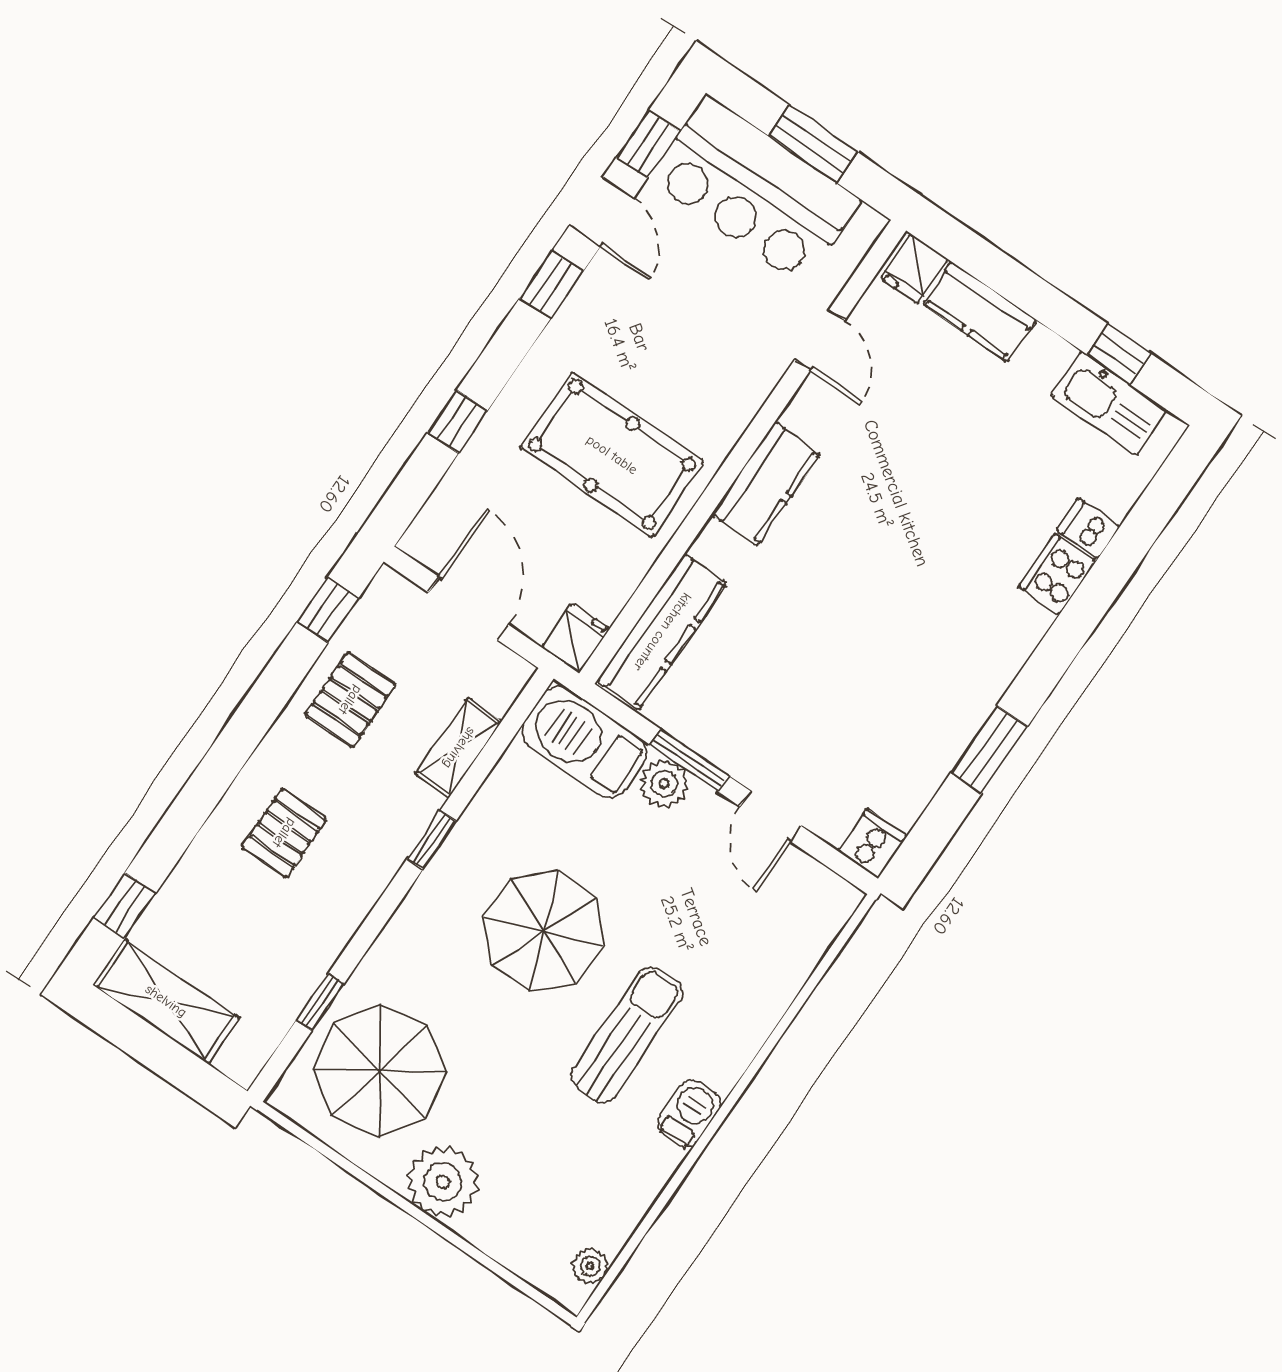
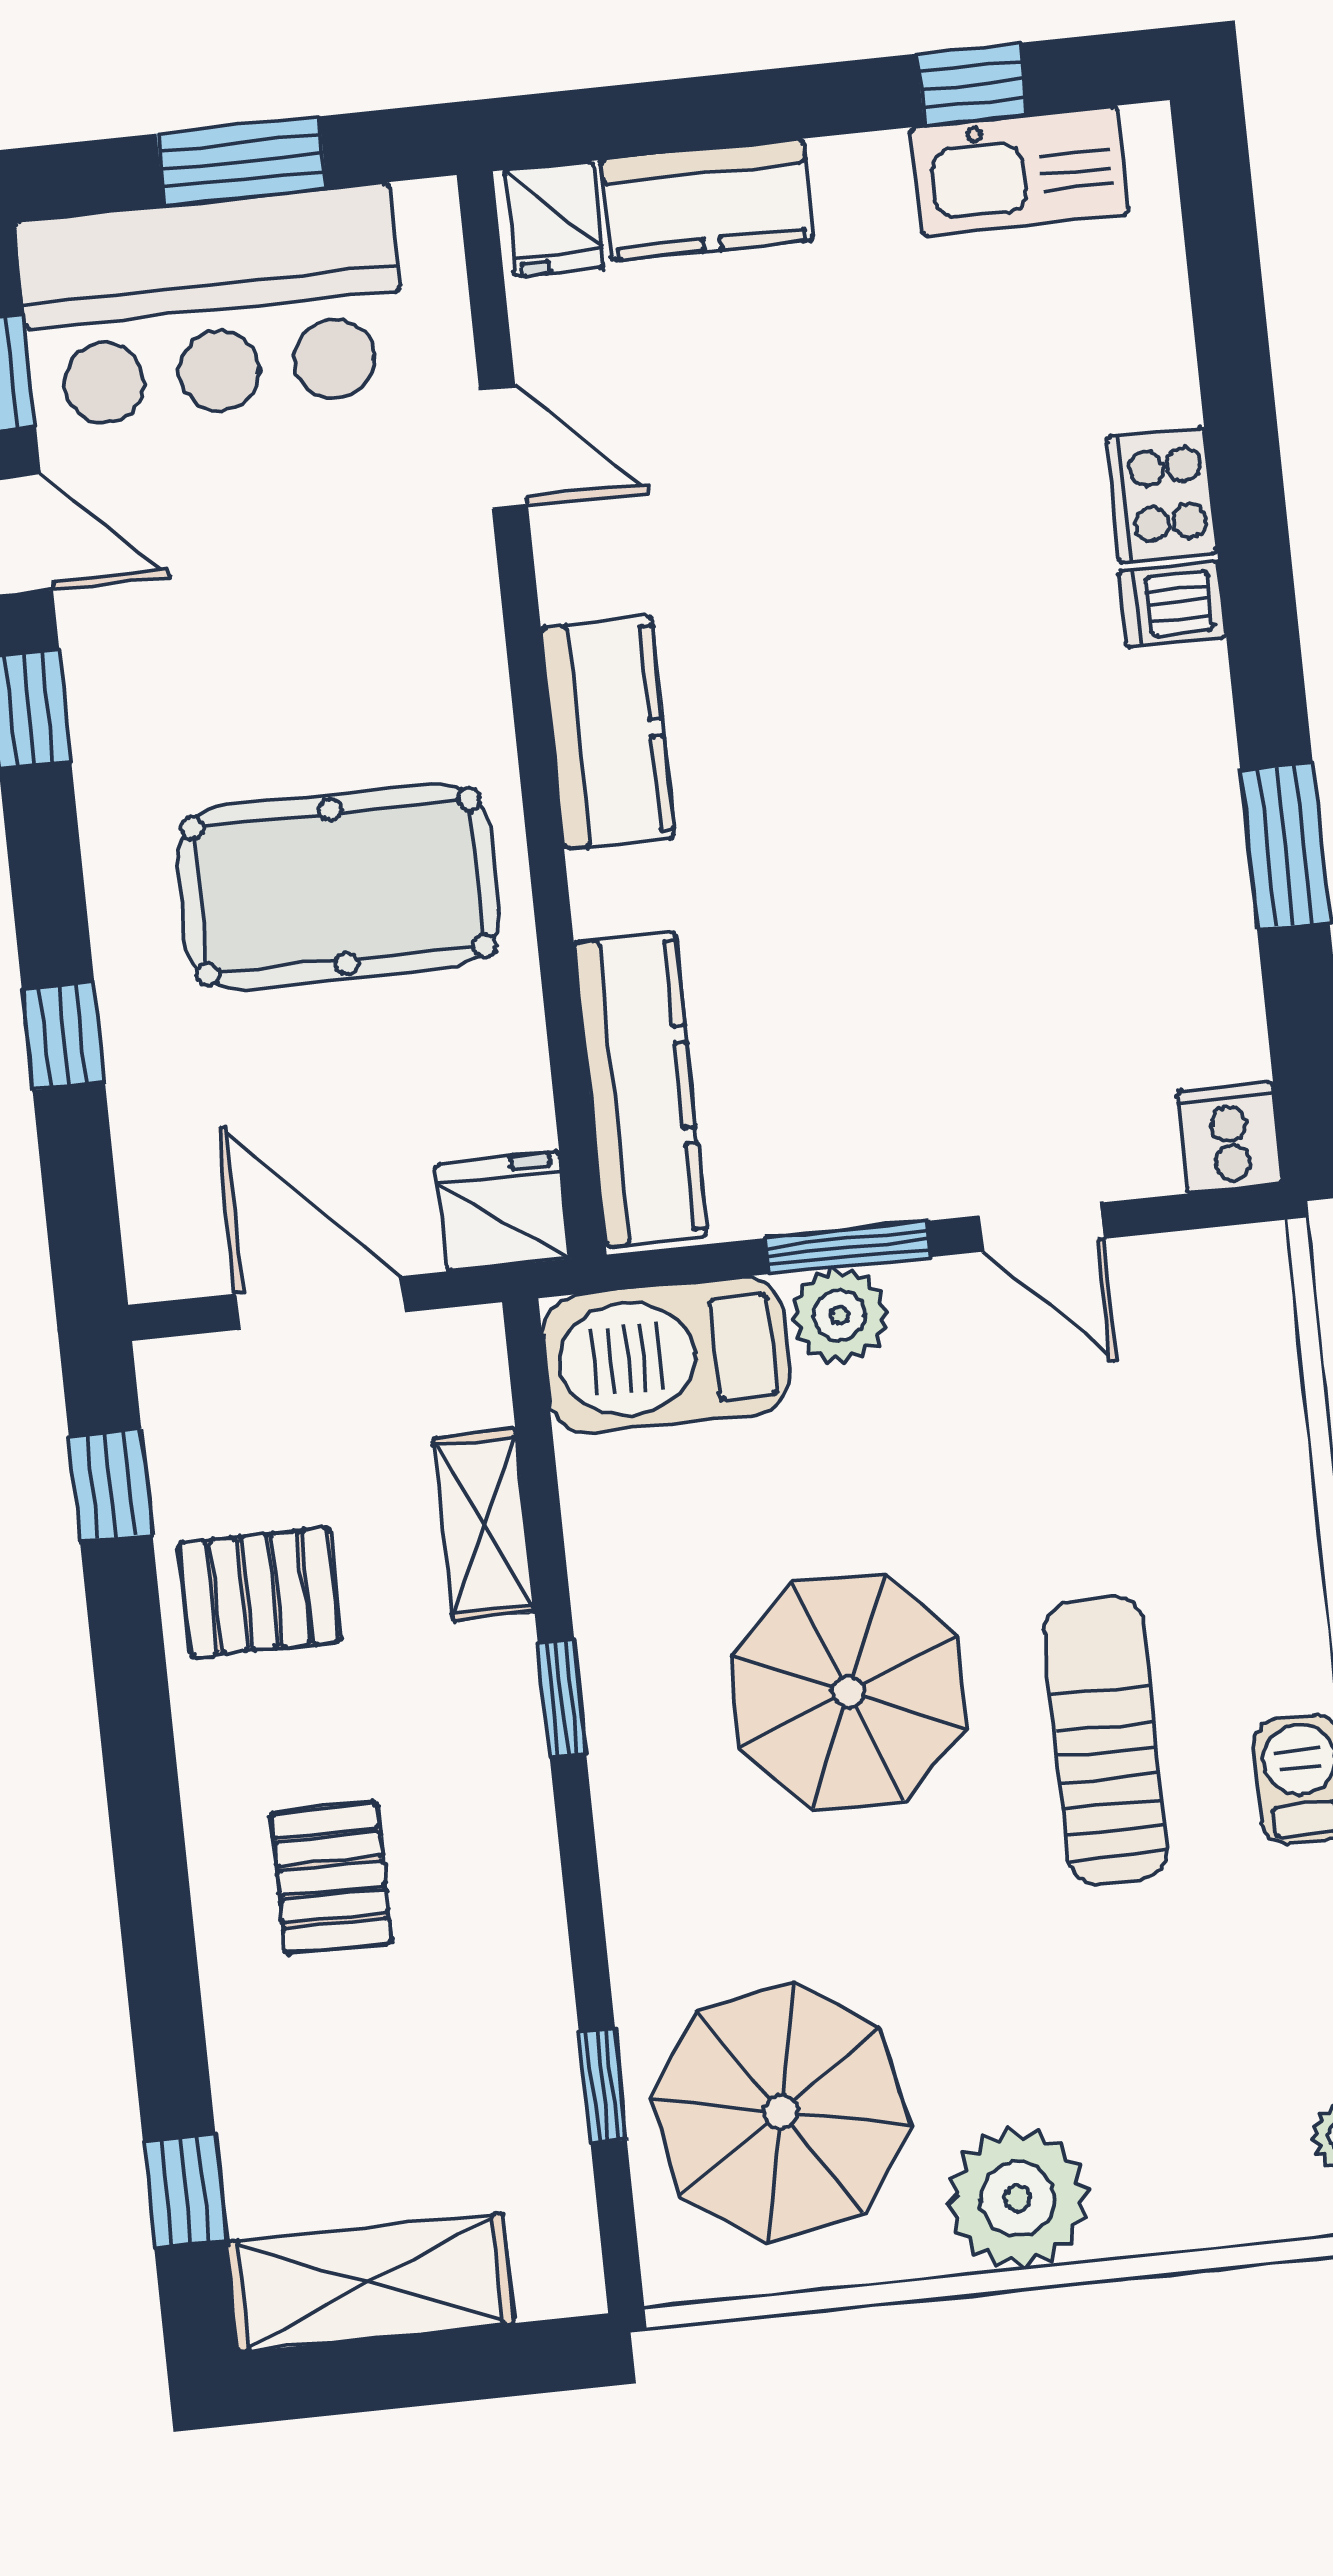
dishwasher: (1088, 528) -> (1172, 604), moved
fridge: (576, 638) -> (503, 1211), width x1.38
pallet: (350, 700) -> (260, 1592), turned 90

